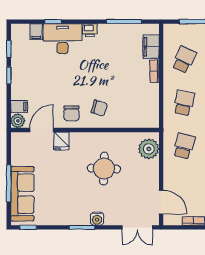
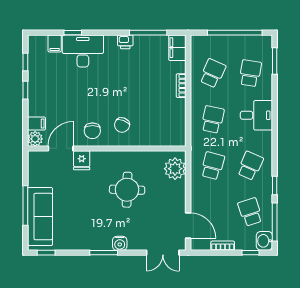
printer: (90, 30) -> (125, 42), moved
filing cabinet: (151, 47) -> (177, 48), moved
chair: (99, 108) -> (122, 125), turned 94

